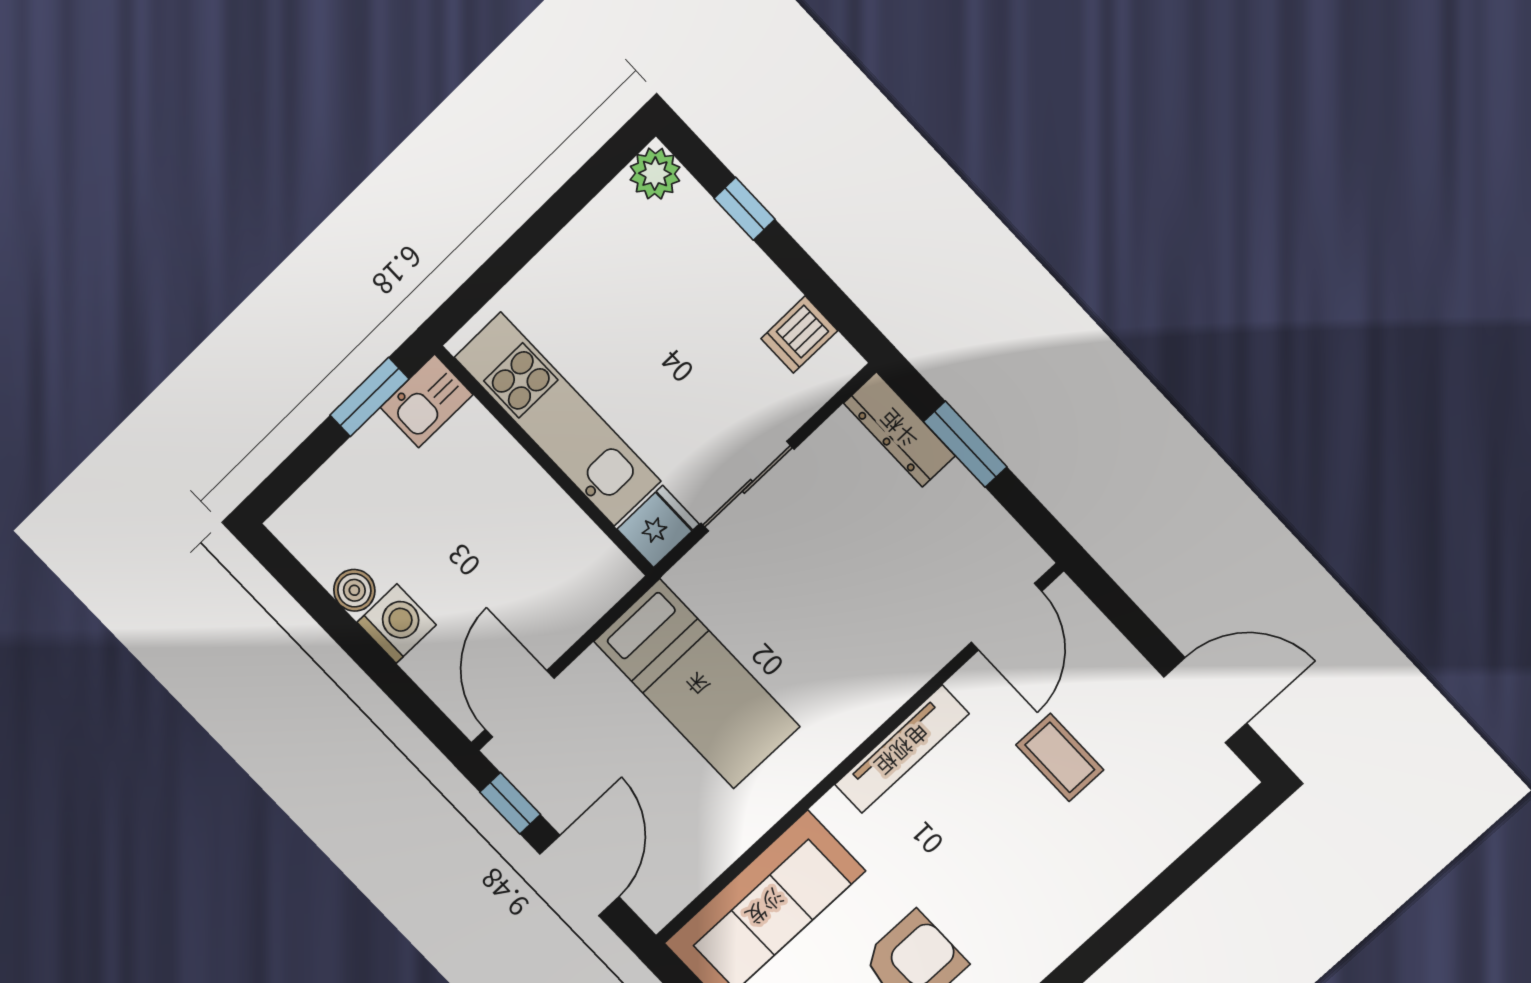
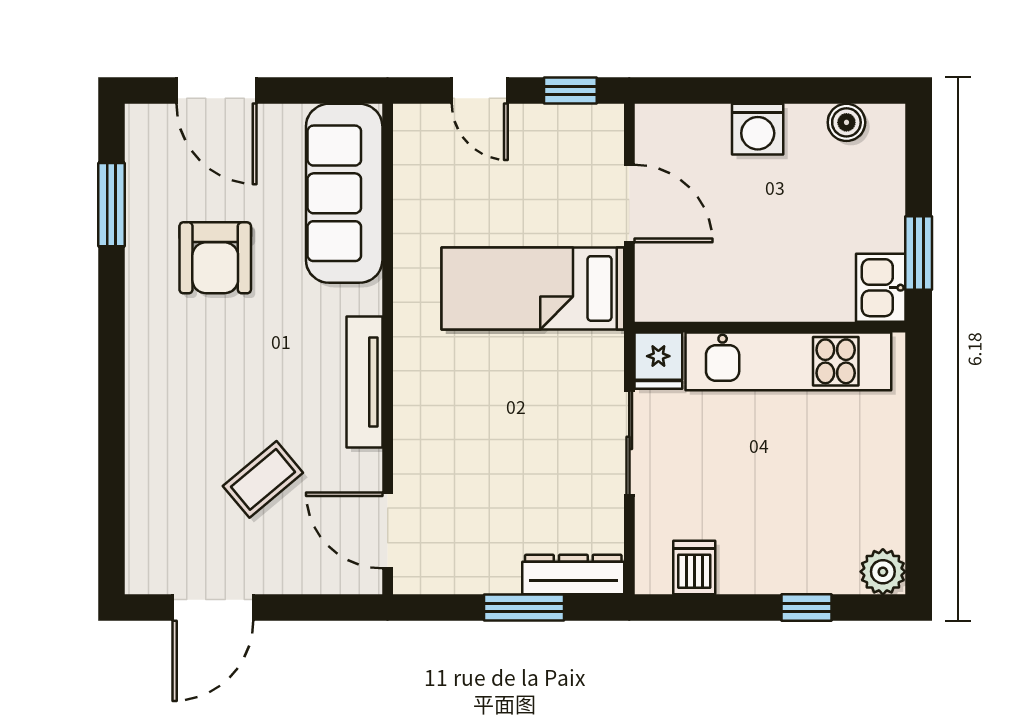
boiler: (354, 590) -> (846, 122), moved
door: (520, 704) -> (629, 204), moved
coffee table: (1060, 757) -> (263, 479), turned -40
door: (579, 875) -> (480, 90), width x0.73

